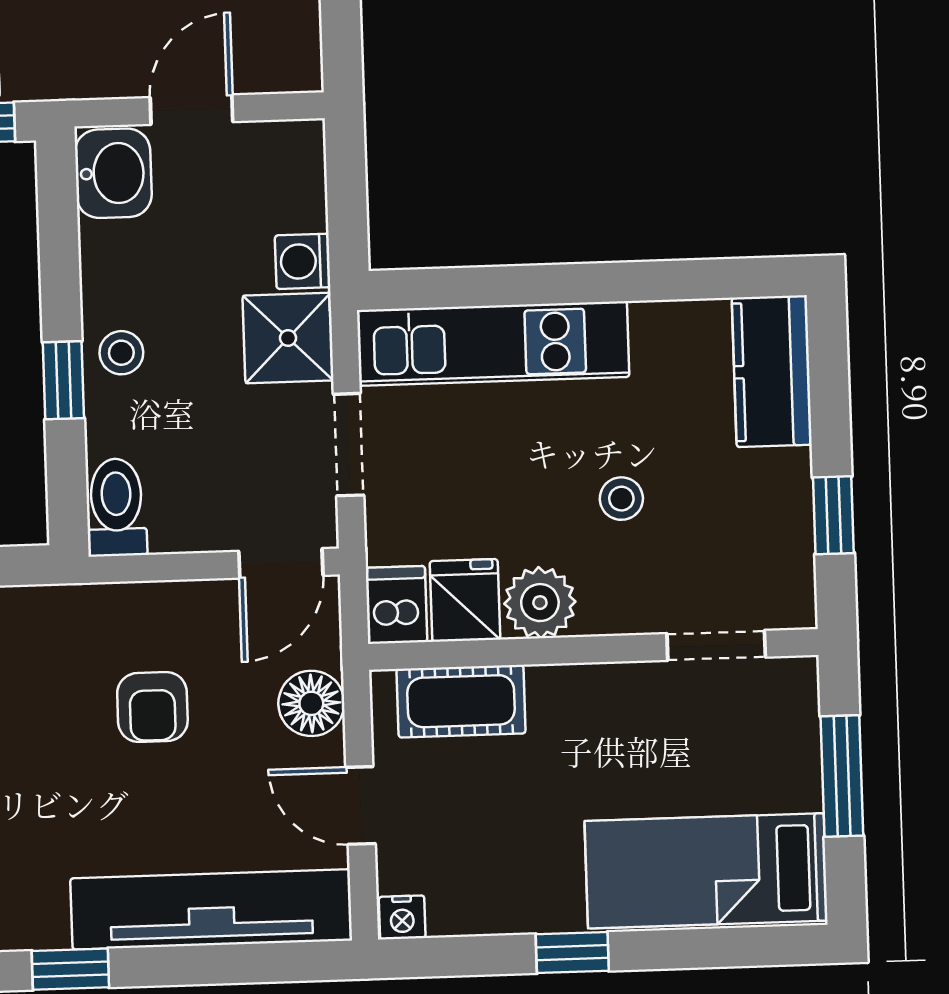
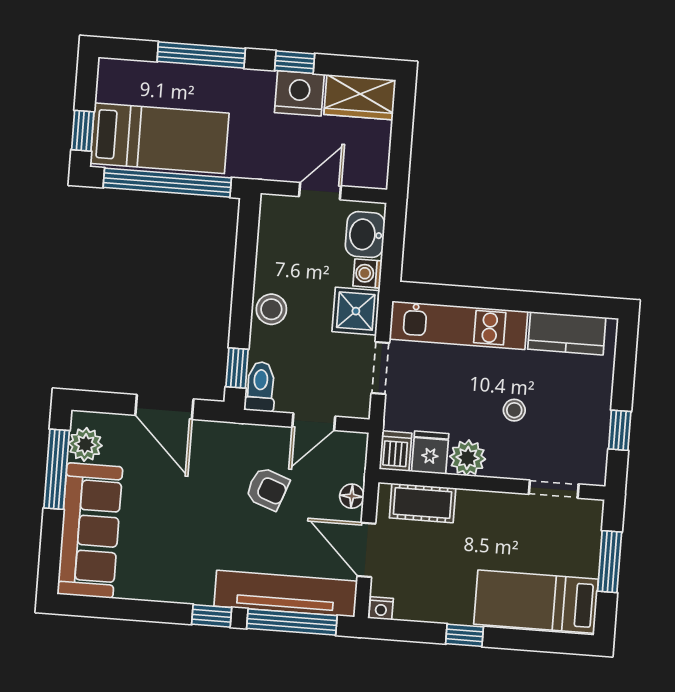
washbasin: (113, 173) -> (365, 235), moved, turned 180
stool: (121, 353) -> (271, 309), width x1.37, depth x1.37
kitchen counter: (772, 371) -> (567, 333), moved, turned -90
window: (63, 380) -> (237, 368), moved
door: (281, 563) -> (314, 422), moved
floor lamp: (311, 703) -> (352, 496), width x0.73, depth x0.73
armchair: (152, 707) -> (267, 489), turned -70
door: (360, 806) -> (366, 550), width x1.38
window: (230, 964) -> (292, 622), added

